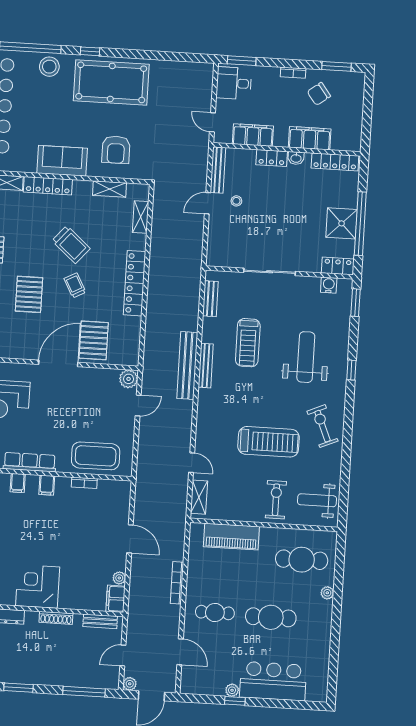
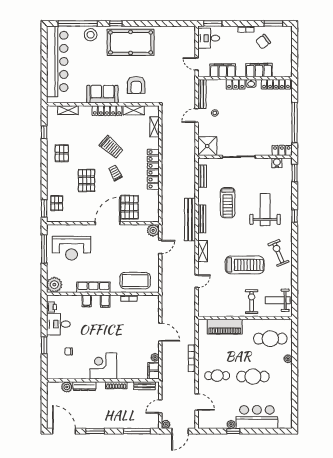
locker: (48, 186) -> (107, 111), moved
shower: (342, 223) -> (207, 146), moved
door: (192, 463) -> (197, 281), hinge flipped
shelving: (199, 497) -> (203, 251), moved

